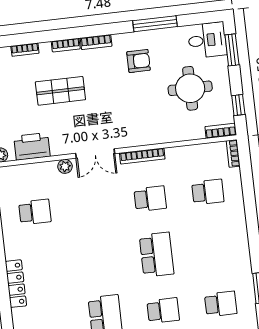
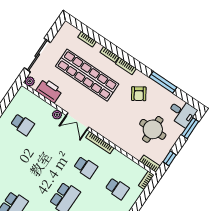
armchair: (139, 61) -> (139, 94), turned 57
shop shelf: (60, 91) -> (87, 75), width x2.00, depth x1.36

